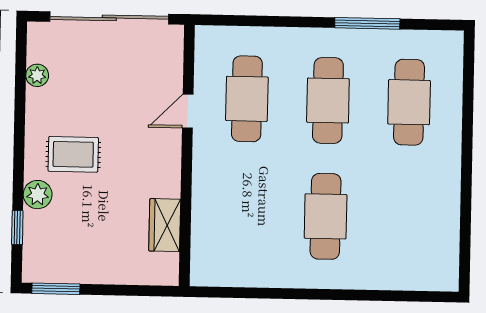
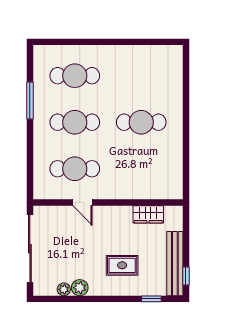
rug: (73, 154) -> (122, 265), moved, turned 90
plant: (38, 195) -> (80, 288), moved
bench: (78, 270) -> (175, 264), added
window: (56, 289) -> (186, 276), width x0.67

